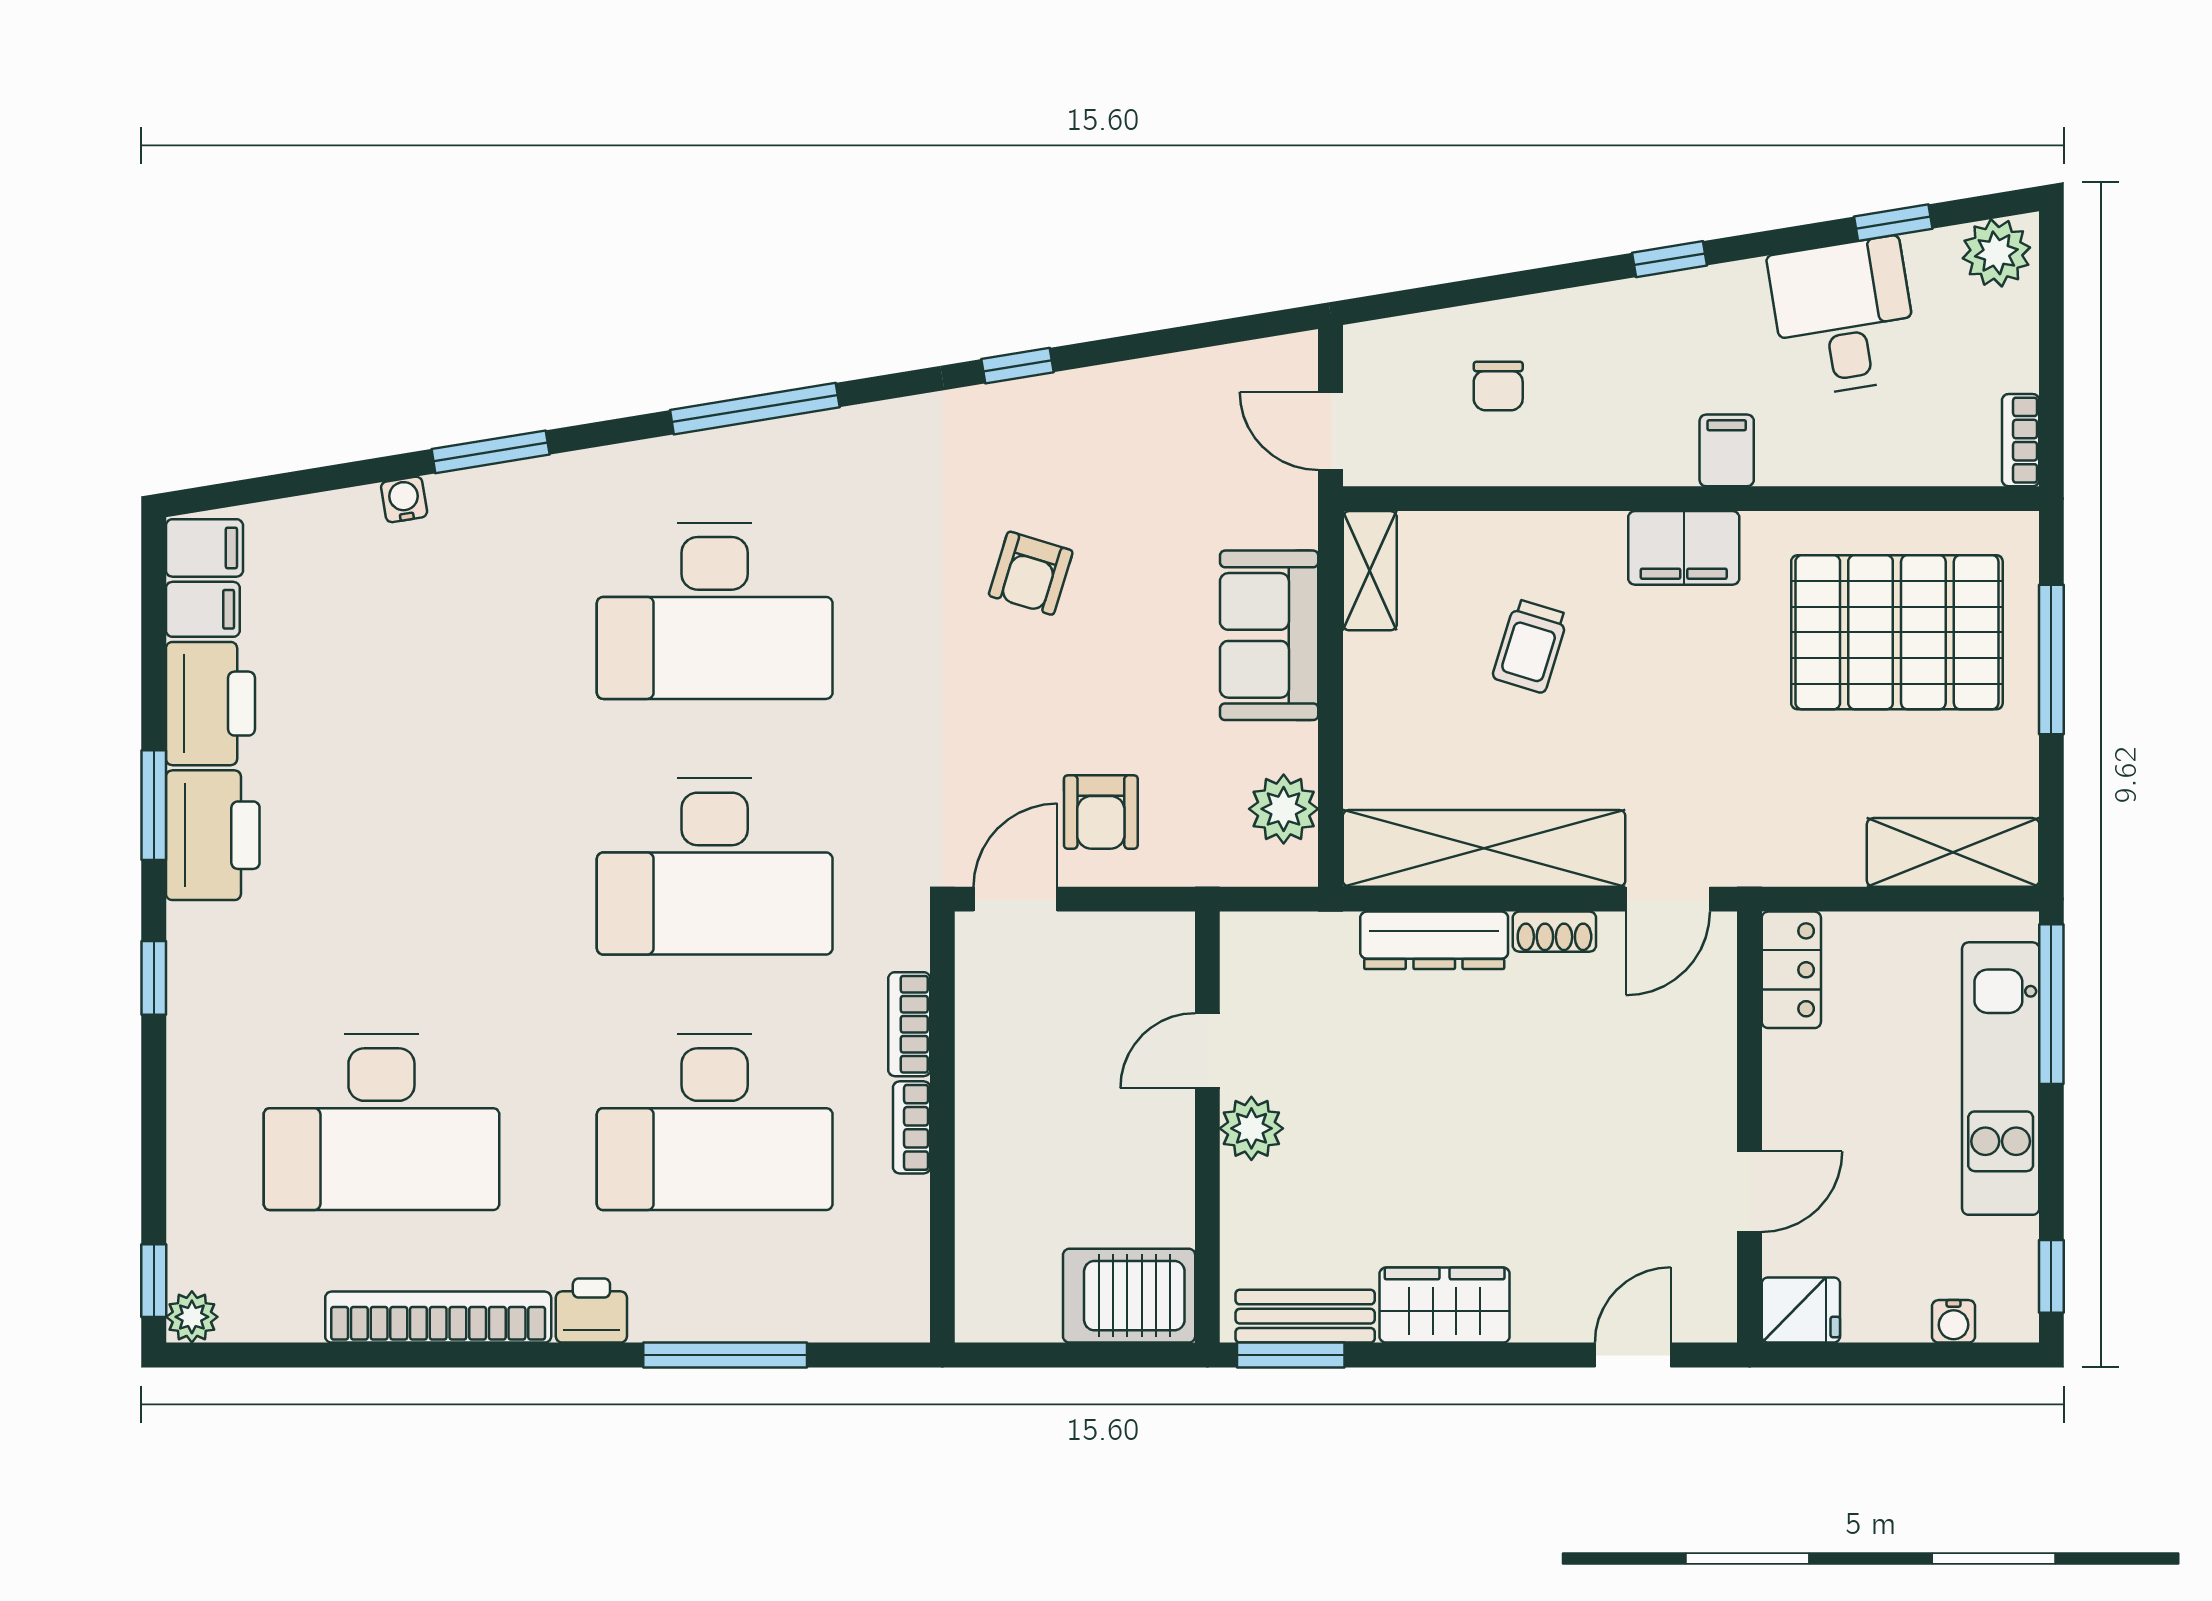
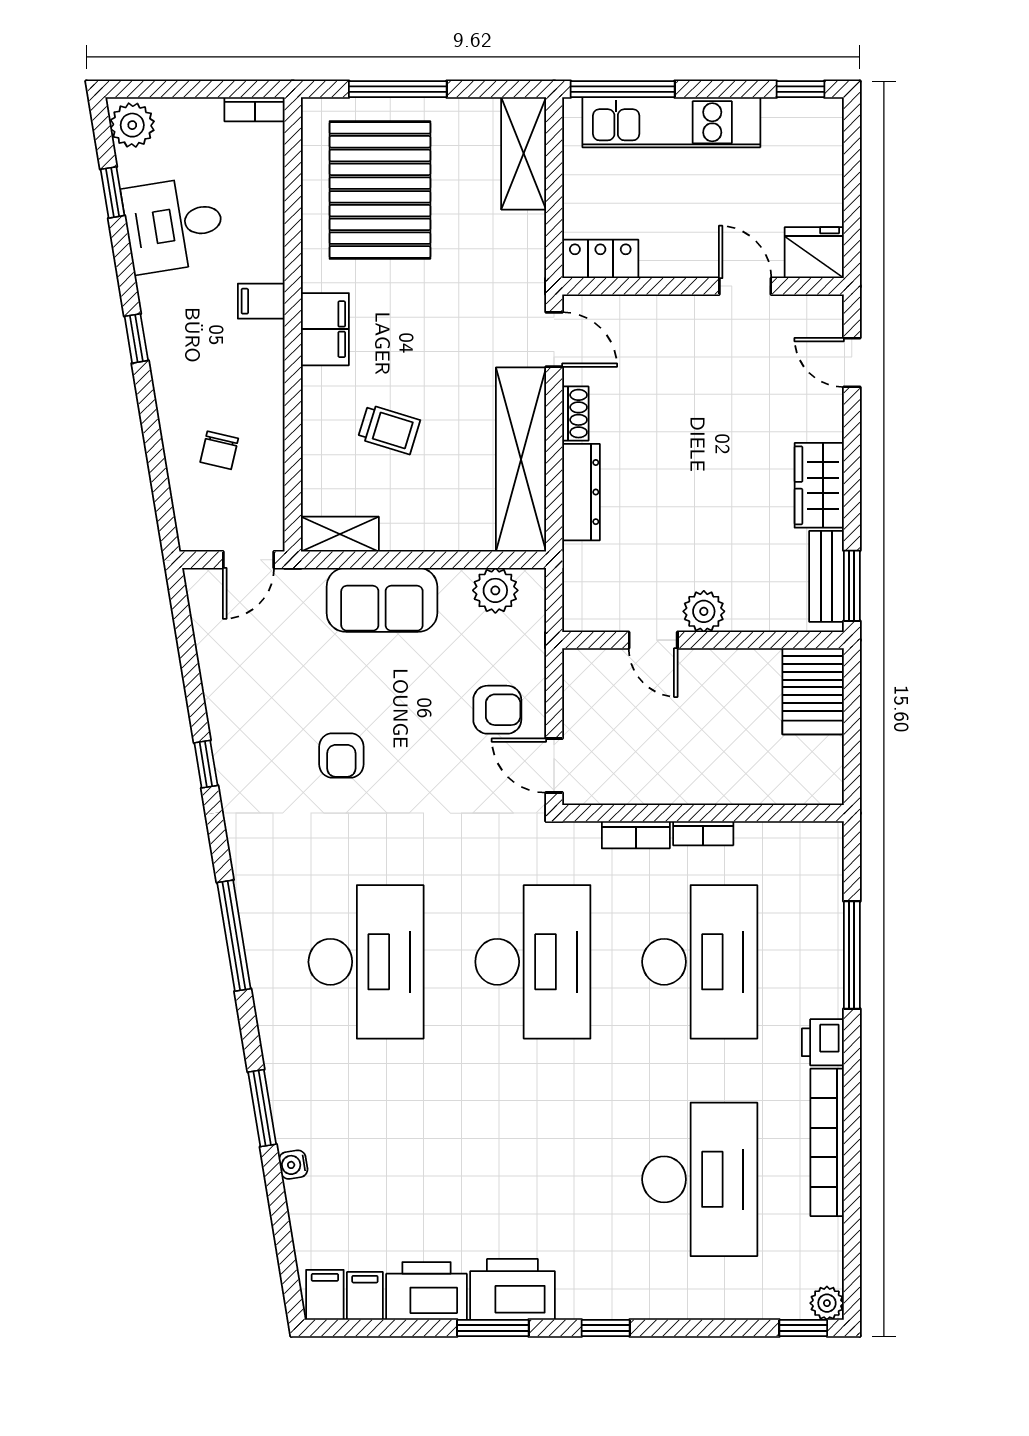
chair: (1498, 386) -> (219, 450), turned 103
armchair: (1031, 573) -> (341, 755), turned 73
fridge: (1801, 1310) -> (814, 253), width x1.38
water cooler: (1954, 1321) -> (830, 153), removed

